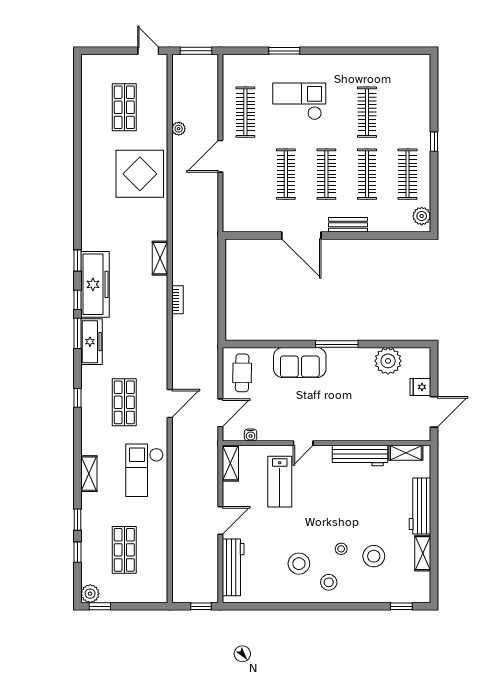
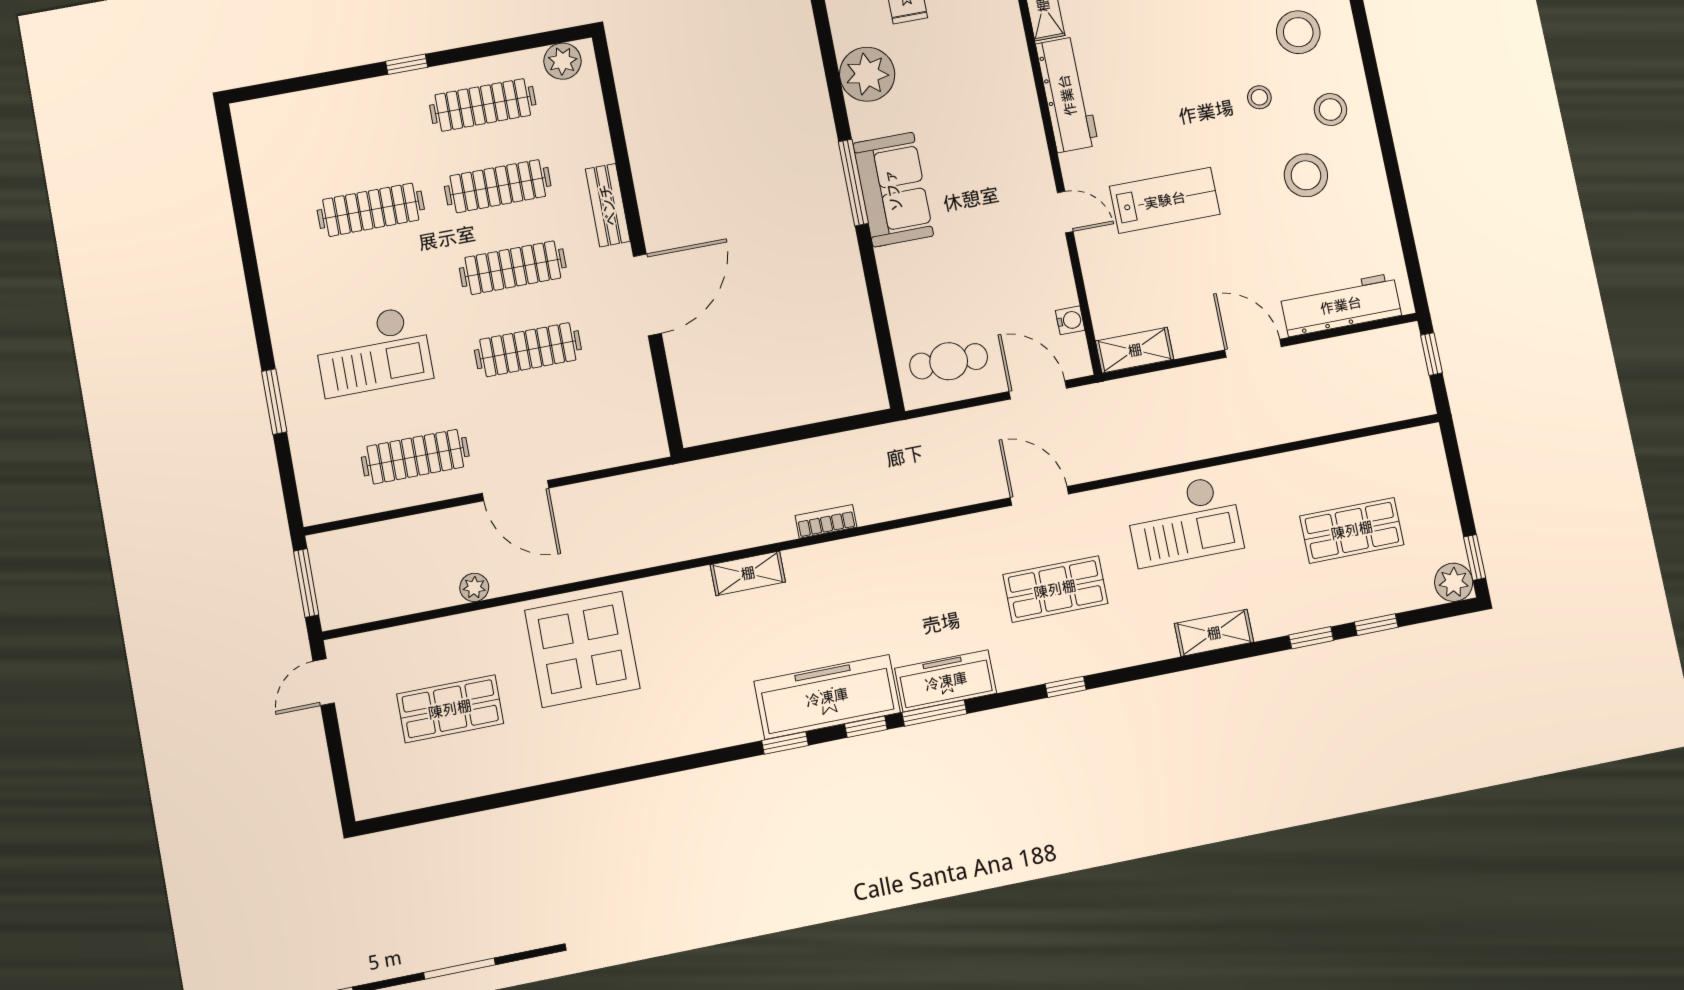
checkout: (299, 101) -> (373, 351), turned -90
sofa: (300, 363) -> (893, 190), moved
lab bench: (280, 482) -> (1165, 200), moved
stool: (374, 556) -> (1298, 32), moved

